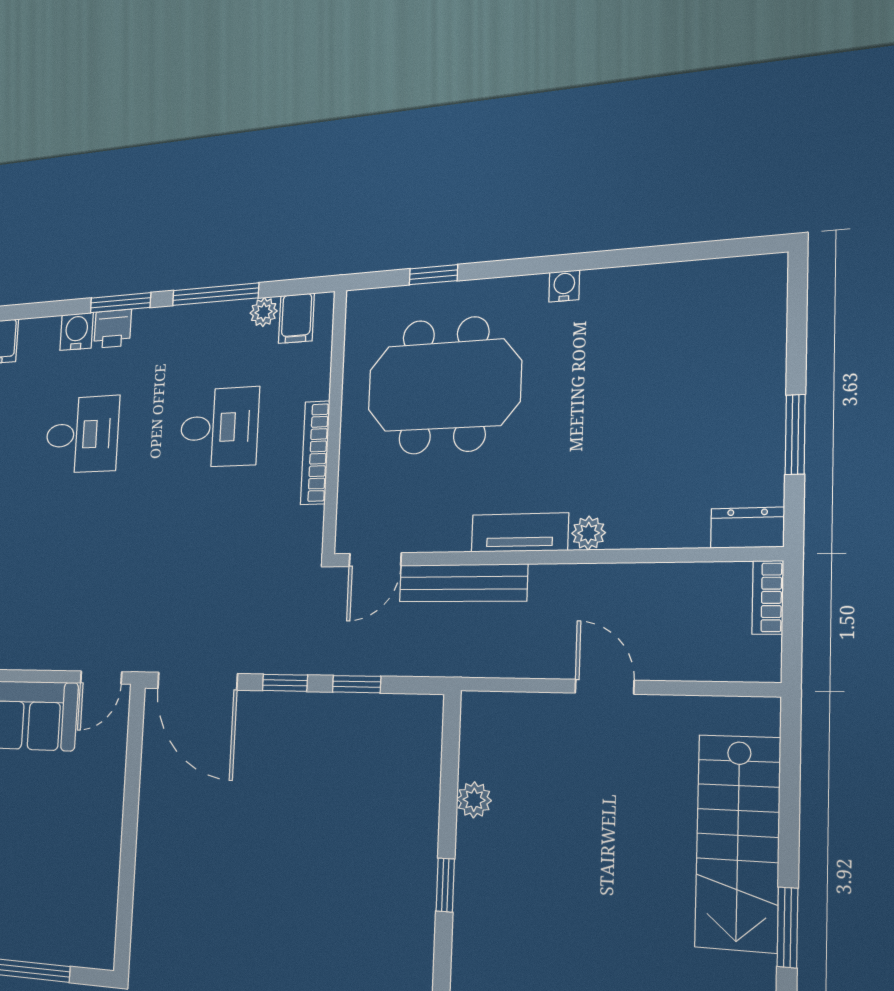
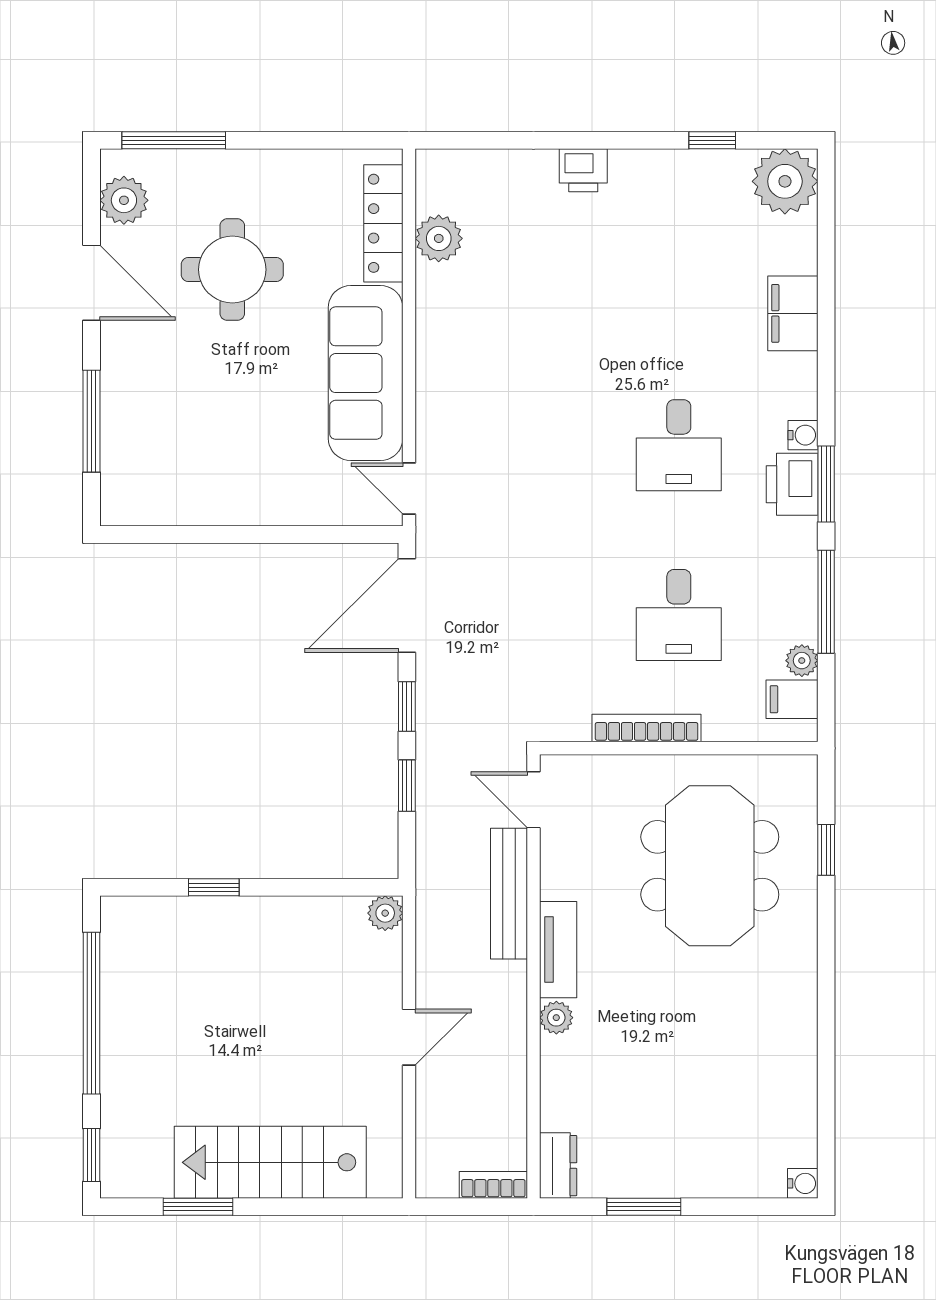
water cooler: (564, 286) -> (803, 1183), moved
printer: (113, 329) -> (792, 484), width x1.36, depth x1.24
water cooler: (77, 331) -> (803, 435), width x0.72, depth x0.72
plant: (474, 800) -> (385, 913), moved

